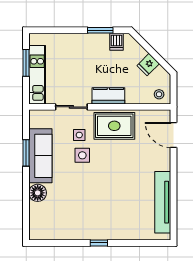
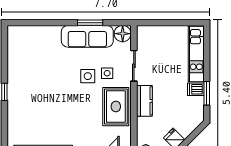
dishwasher: (116, 42) -> (196, 89), moved
window: (26, 63) -> (176, 23), removed
kitchen unit: (37, 75) -> (196, 54), moved, turned 90
floor lamp: (38, 193) -> (123, 34), moved

